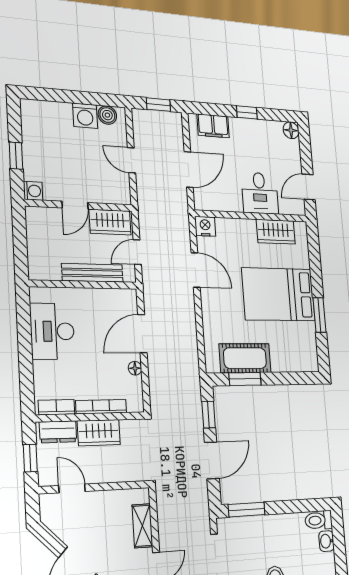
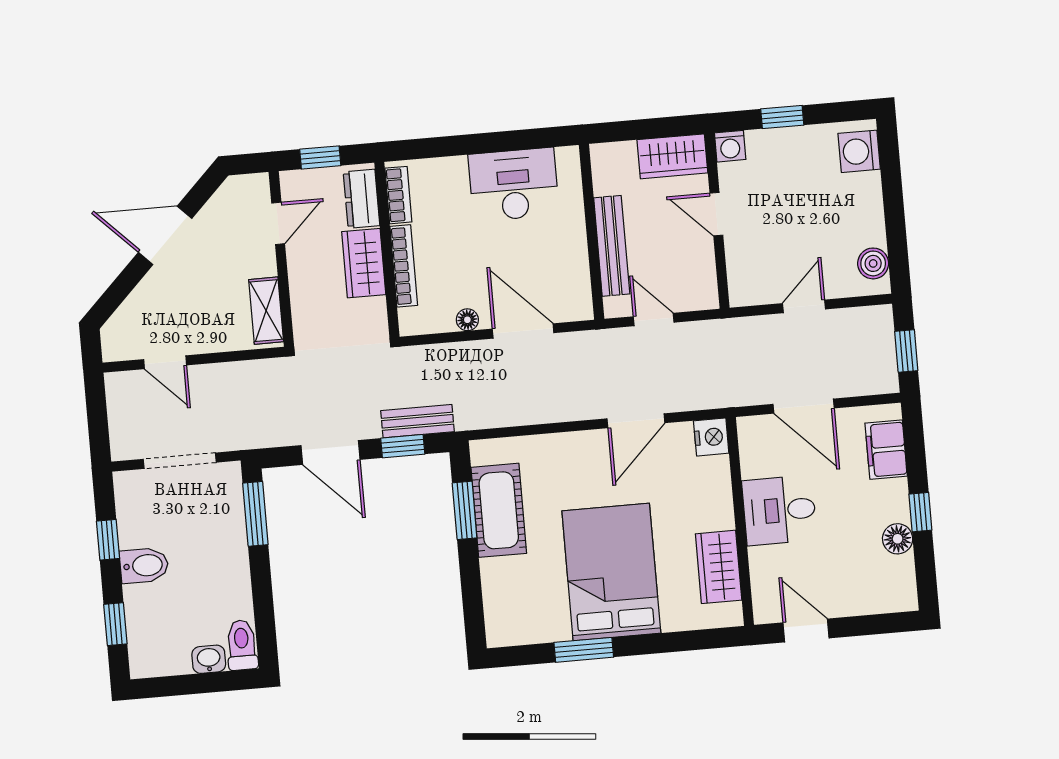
washing machine: (85, 116) -> (859, 151), moved
floor lamp: (291, 130) -> (898, 539), moved
desk: (260, 193) -> (779, 510), moved
wardrobe: (110, 222) -> (672, 156), moved, turned -90
bench: (194, 404) -> (417, 421), added
shelving: (142, 526) -> (266, 311), moved, turned 90

